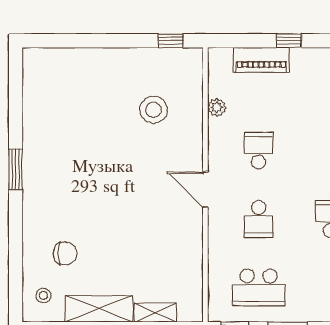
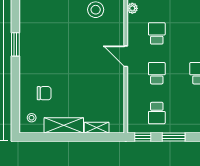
school desk: (259, 219) -> (157, 73), turned 180
school desk: (259, 287) -> (157, 113), width x0.54

